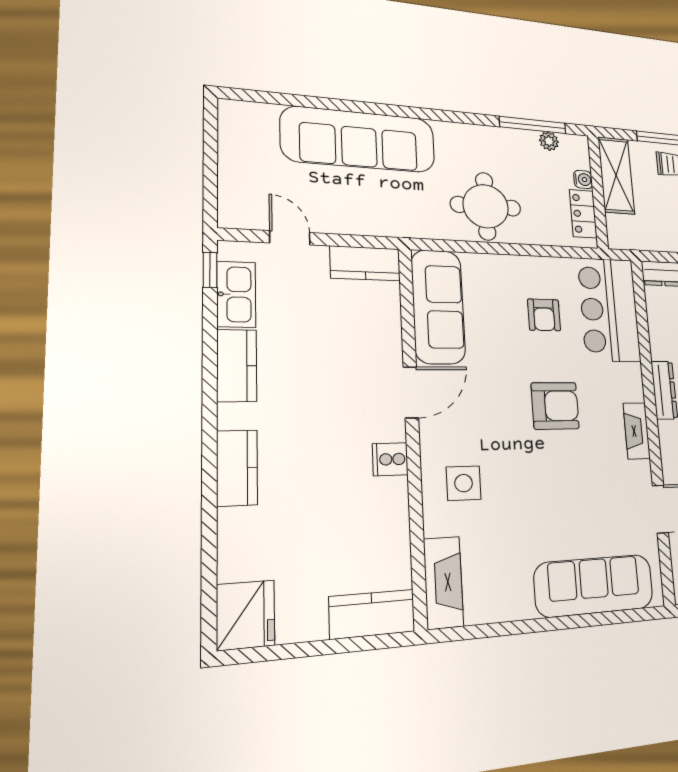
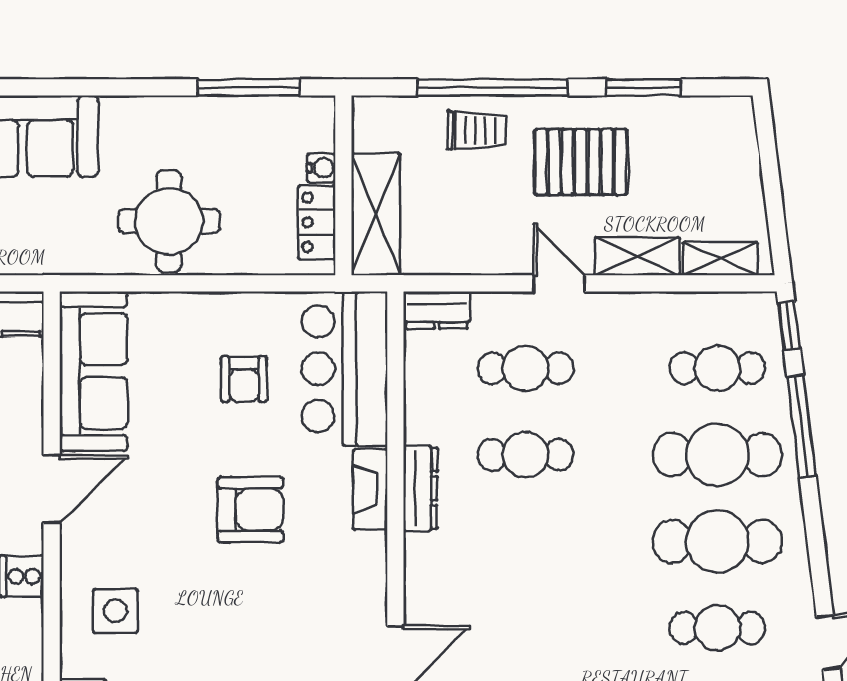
plant: (549, 141) -> (272, 111), removed
shelving: (616, 175) -> (376, 214), moved
fireplace: (637, 431) -> (370, 489), moved

